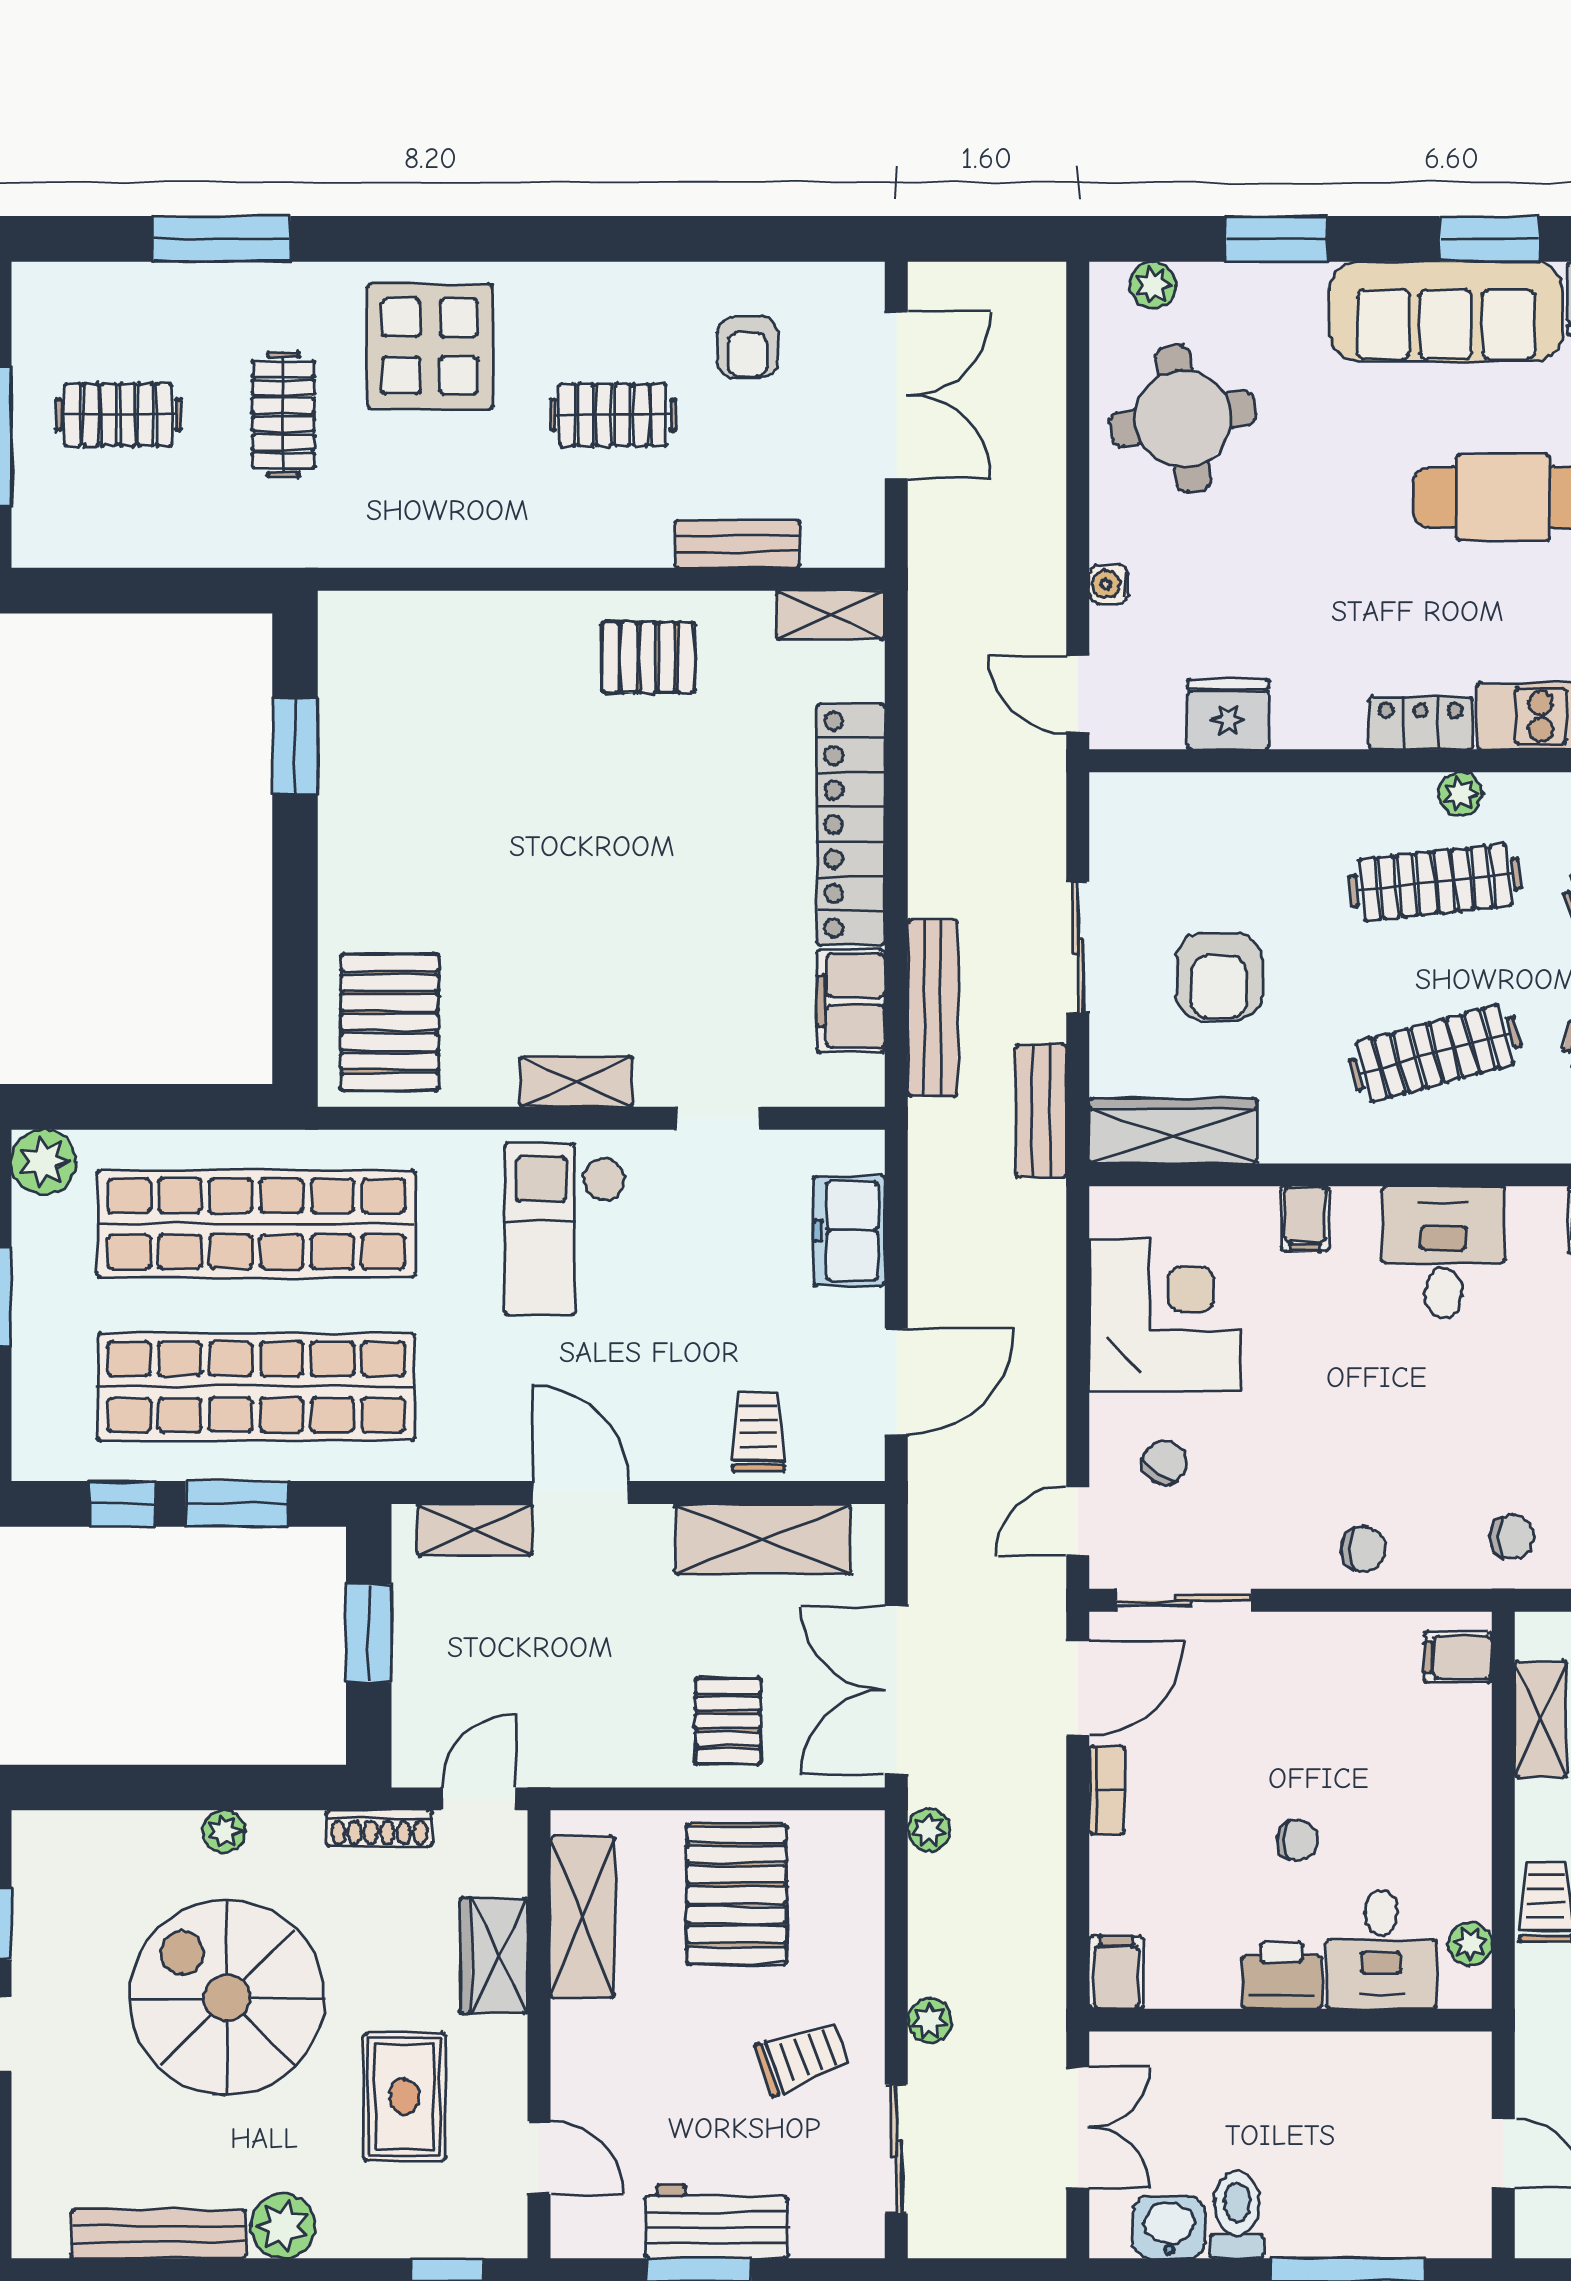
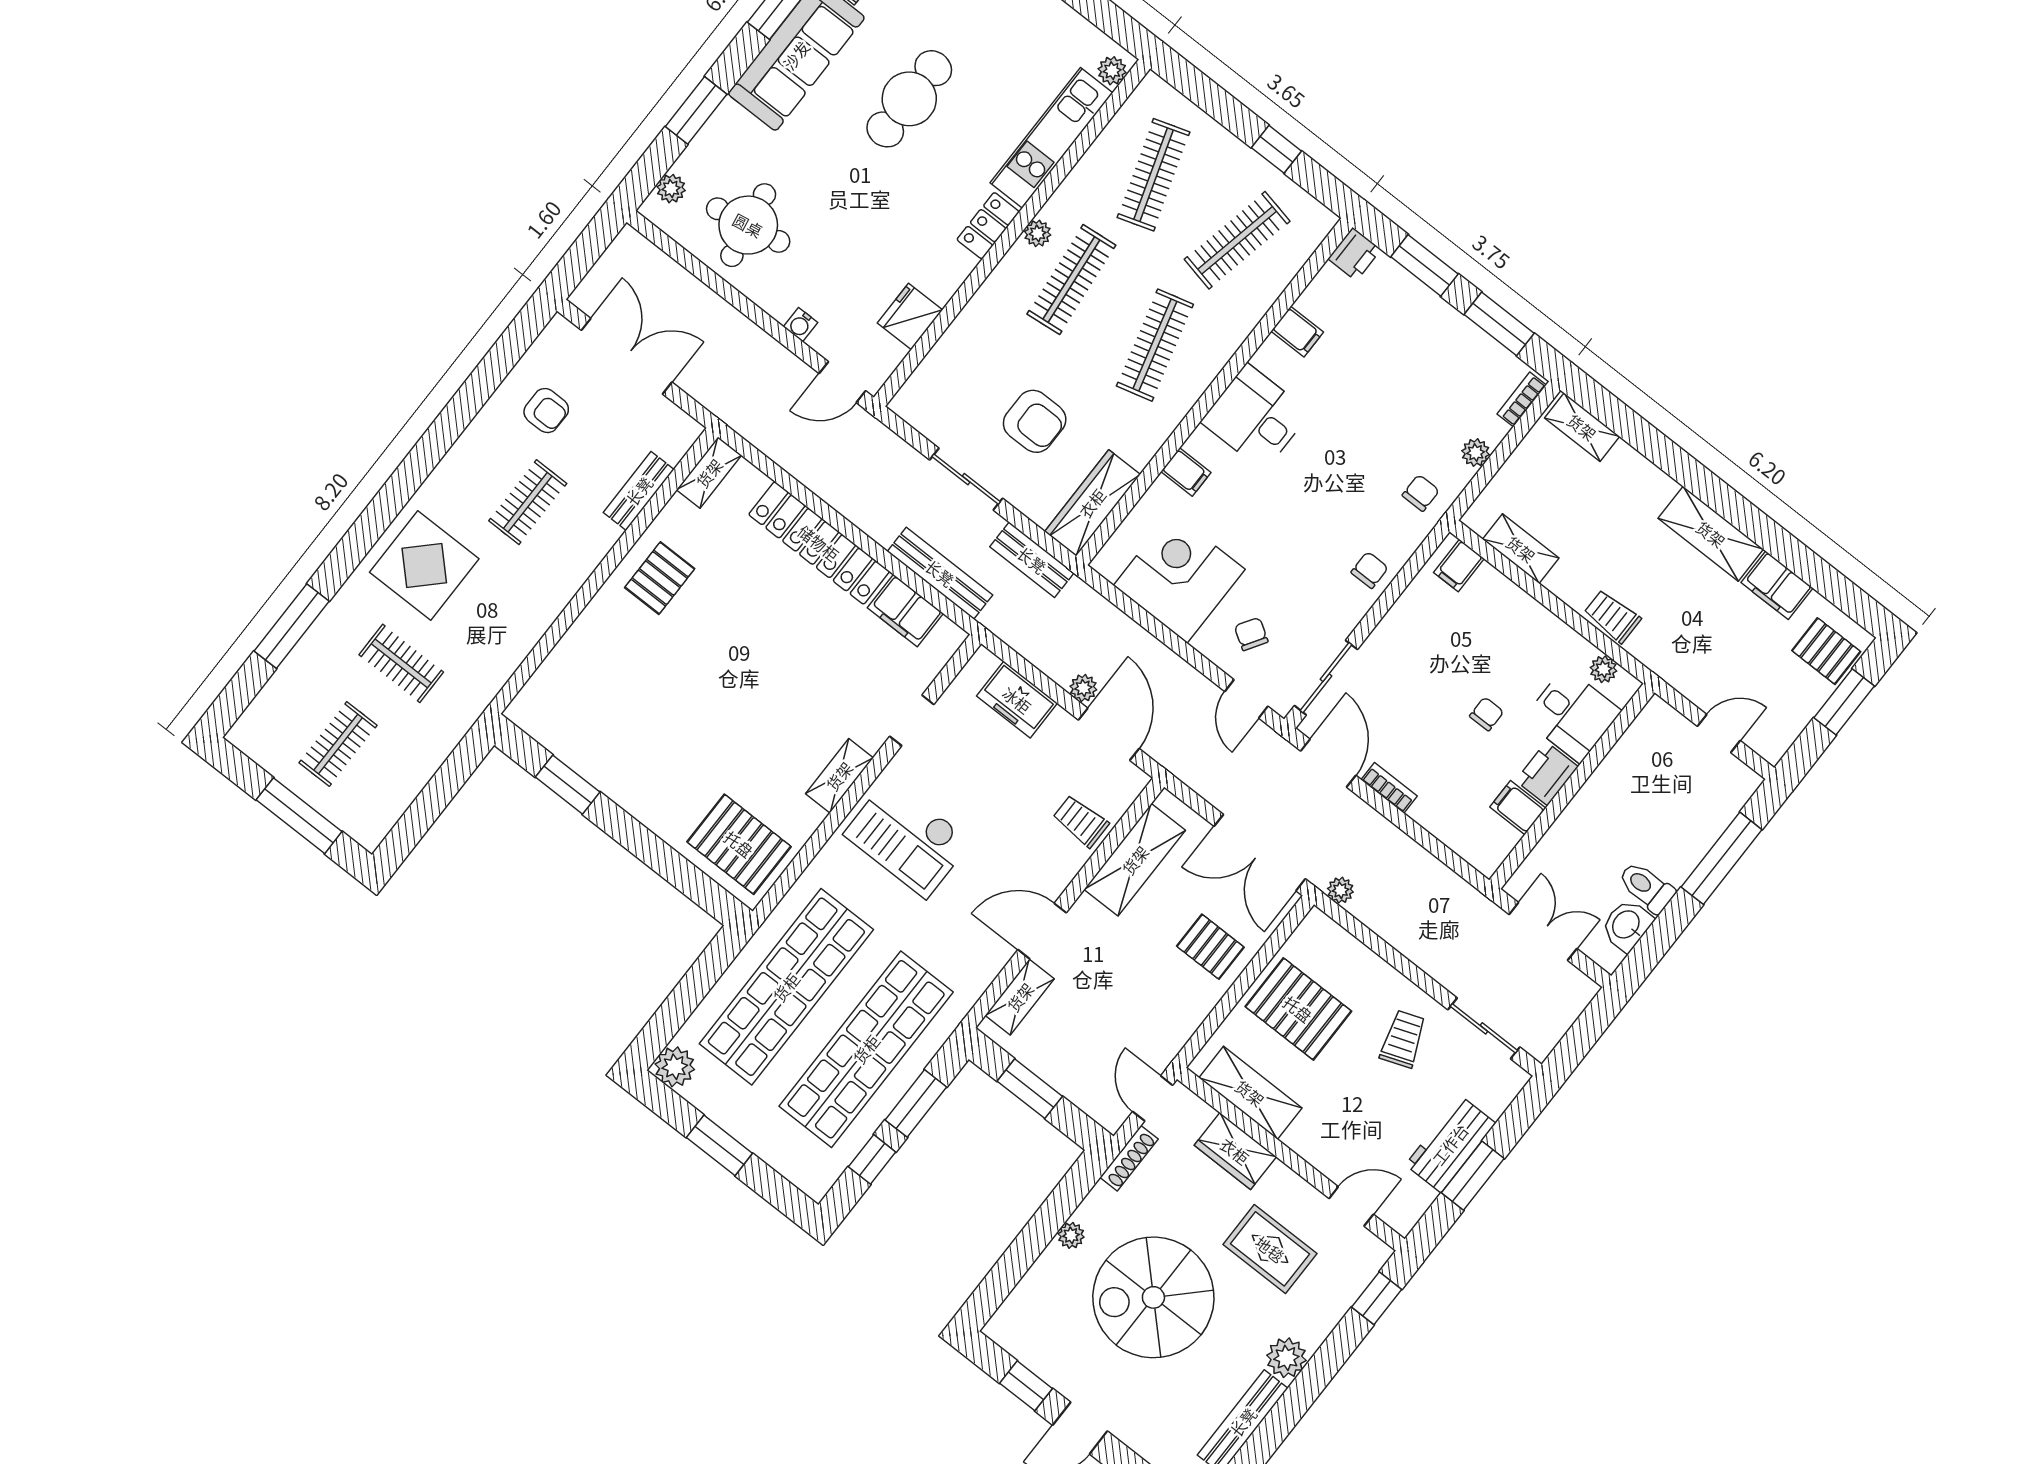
filing cabinet: (1116, 1972) -> (1518, 808), moved
plant: (930, 2020) -> (1083, 688), moved

